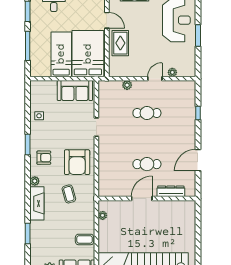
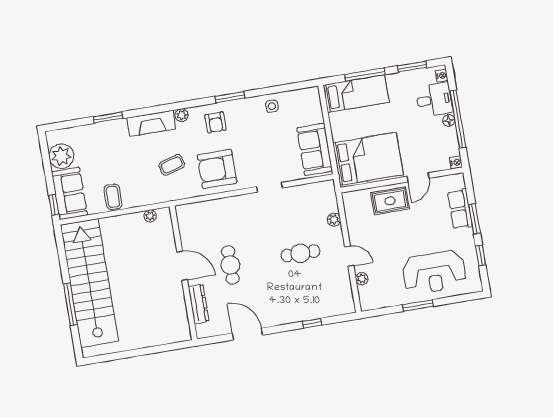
bed: (61, 54) -> (356, 94), moved
cafe table: (147, 113) -> (300, 253), turned 90

